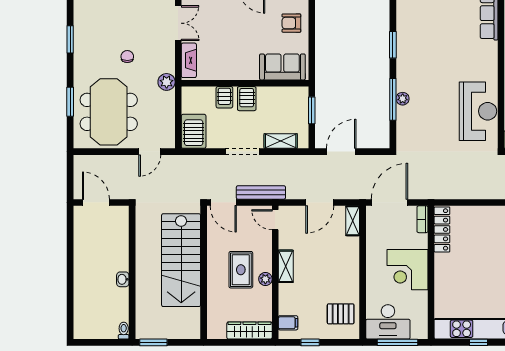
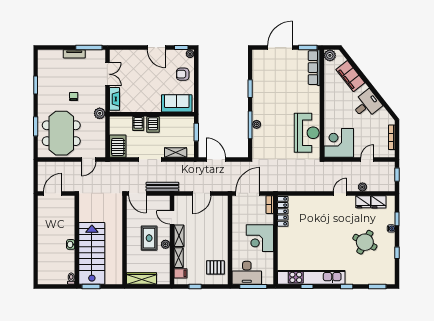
door: (341, 152) -> (216, 160), hinge flipped
door: (96, 202) -> (53, 193), hinge flipped
door: (275, 220) -> (172, 217), moved
shelving: (353, 221) -> (179, 258), moved
stairs: (181, 260) -> (92, 253), moved, turned 180
wardrobe: (249, 331) -> (141, 278), moved

